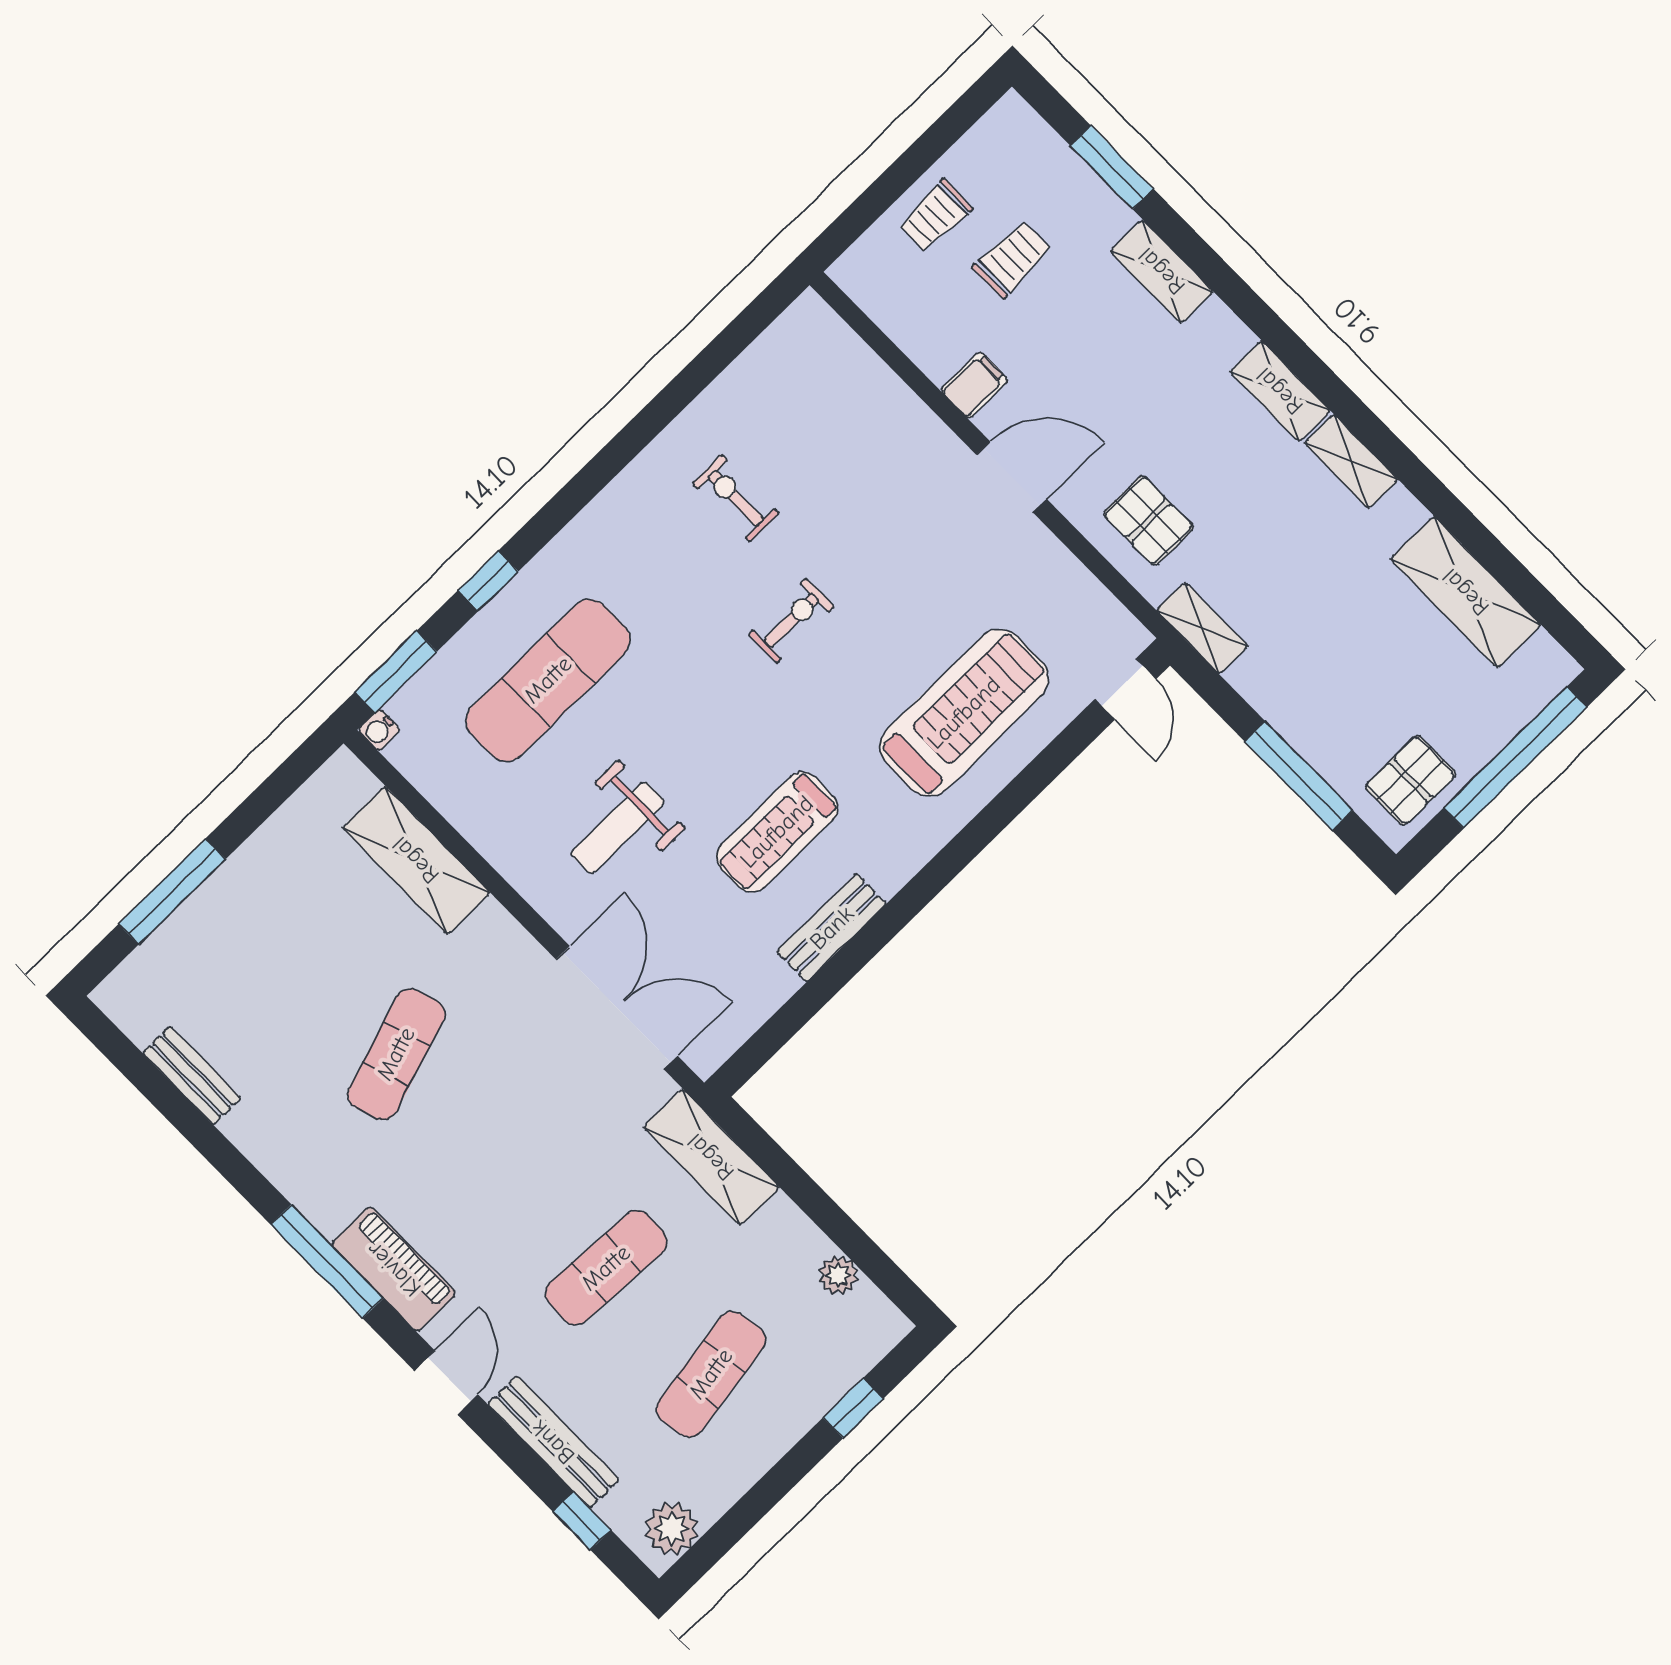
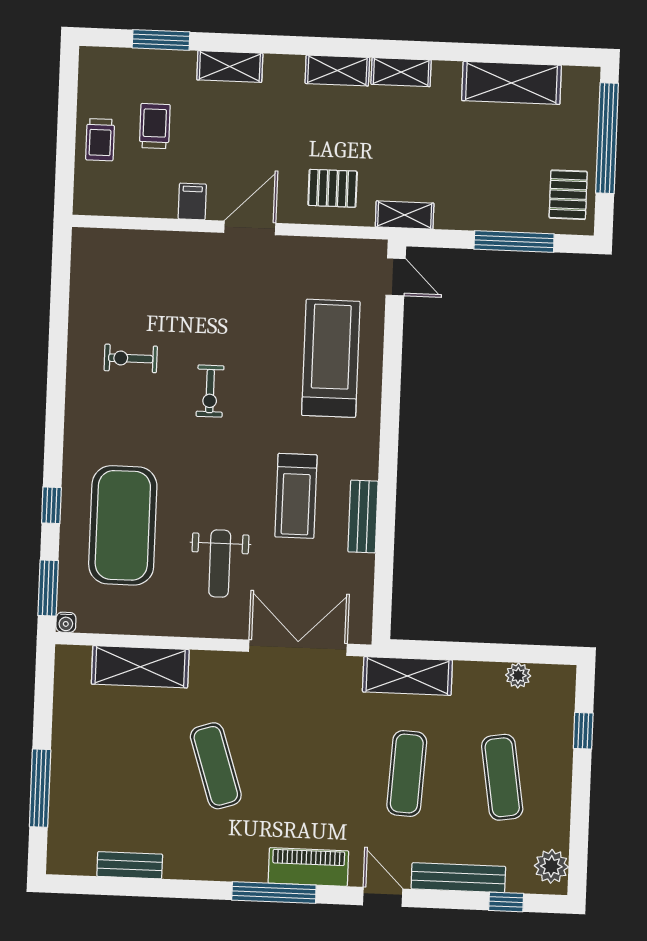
exercise bike: (791, 621) -> (210, 391), turned 180
exercise mat: (548, 680) -> (123, 525), width x1.47

